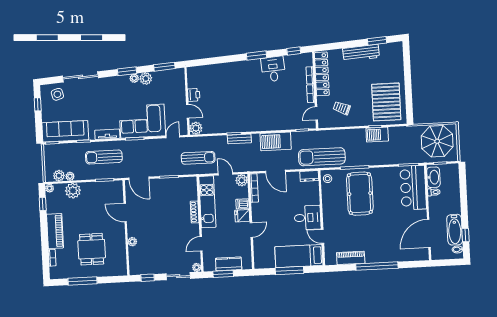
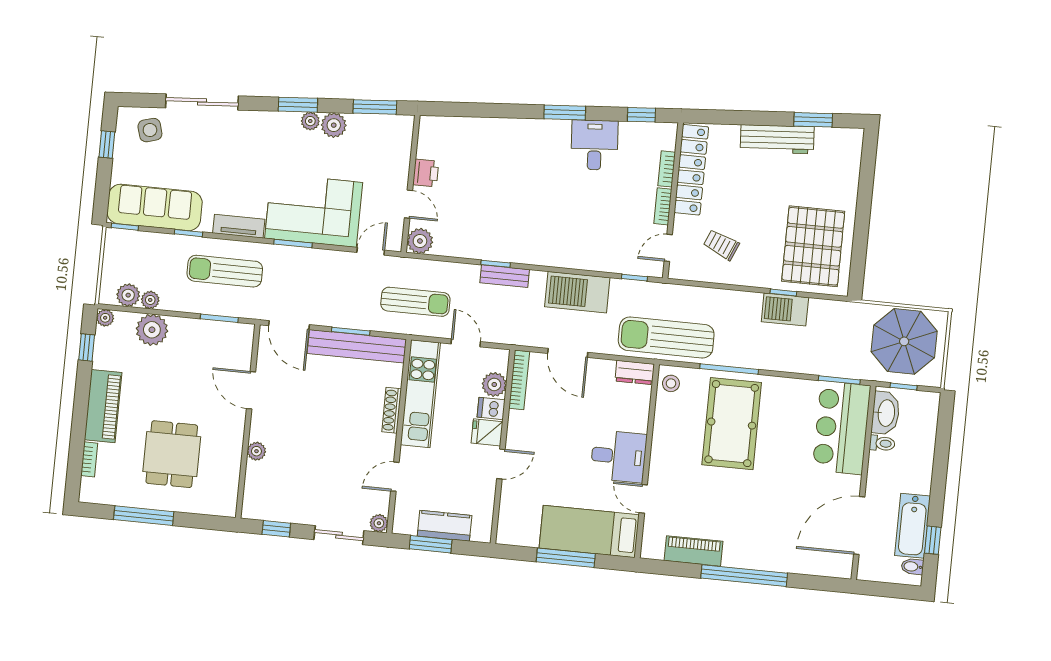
plant: (242, 180) -> (494, 384), moved
bench: (173, 184) -> (357, 346), added

